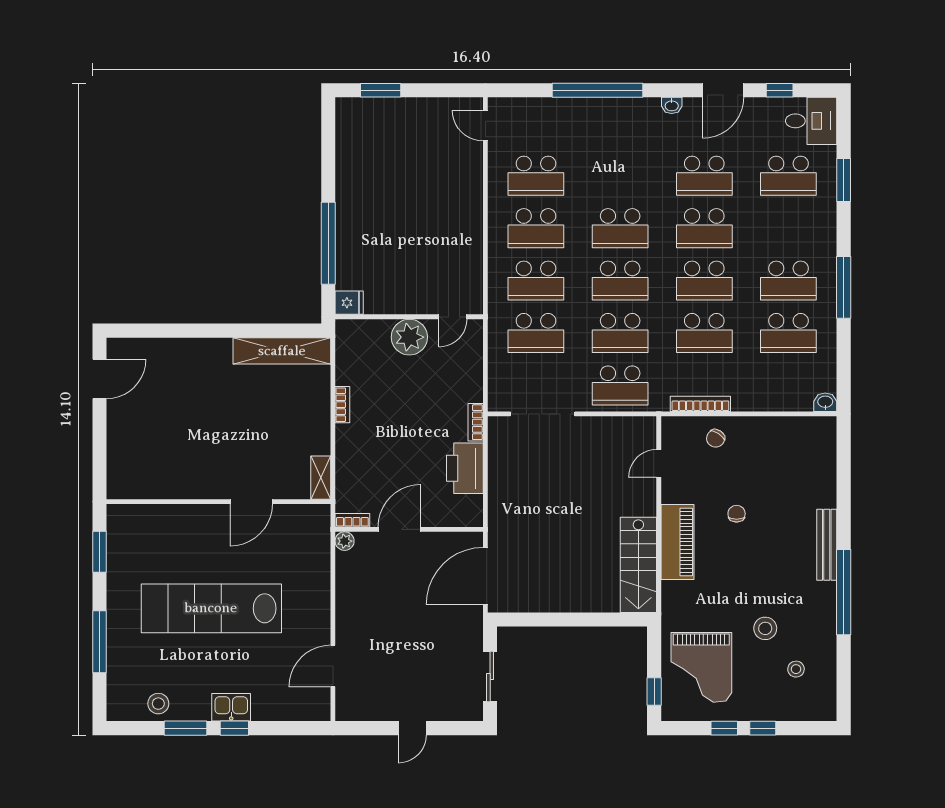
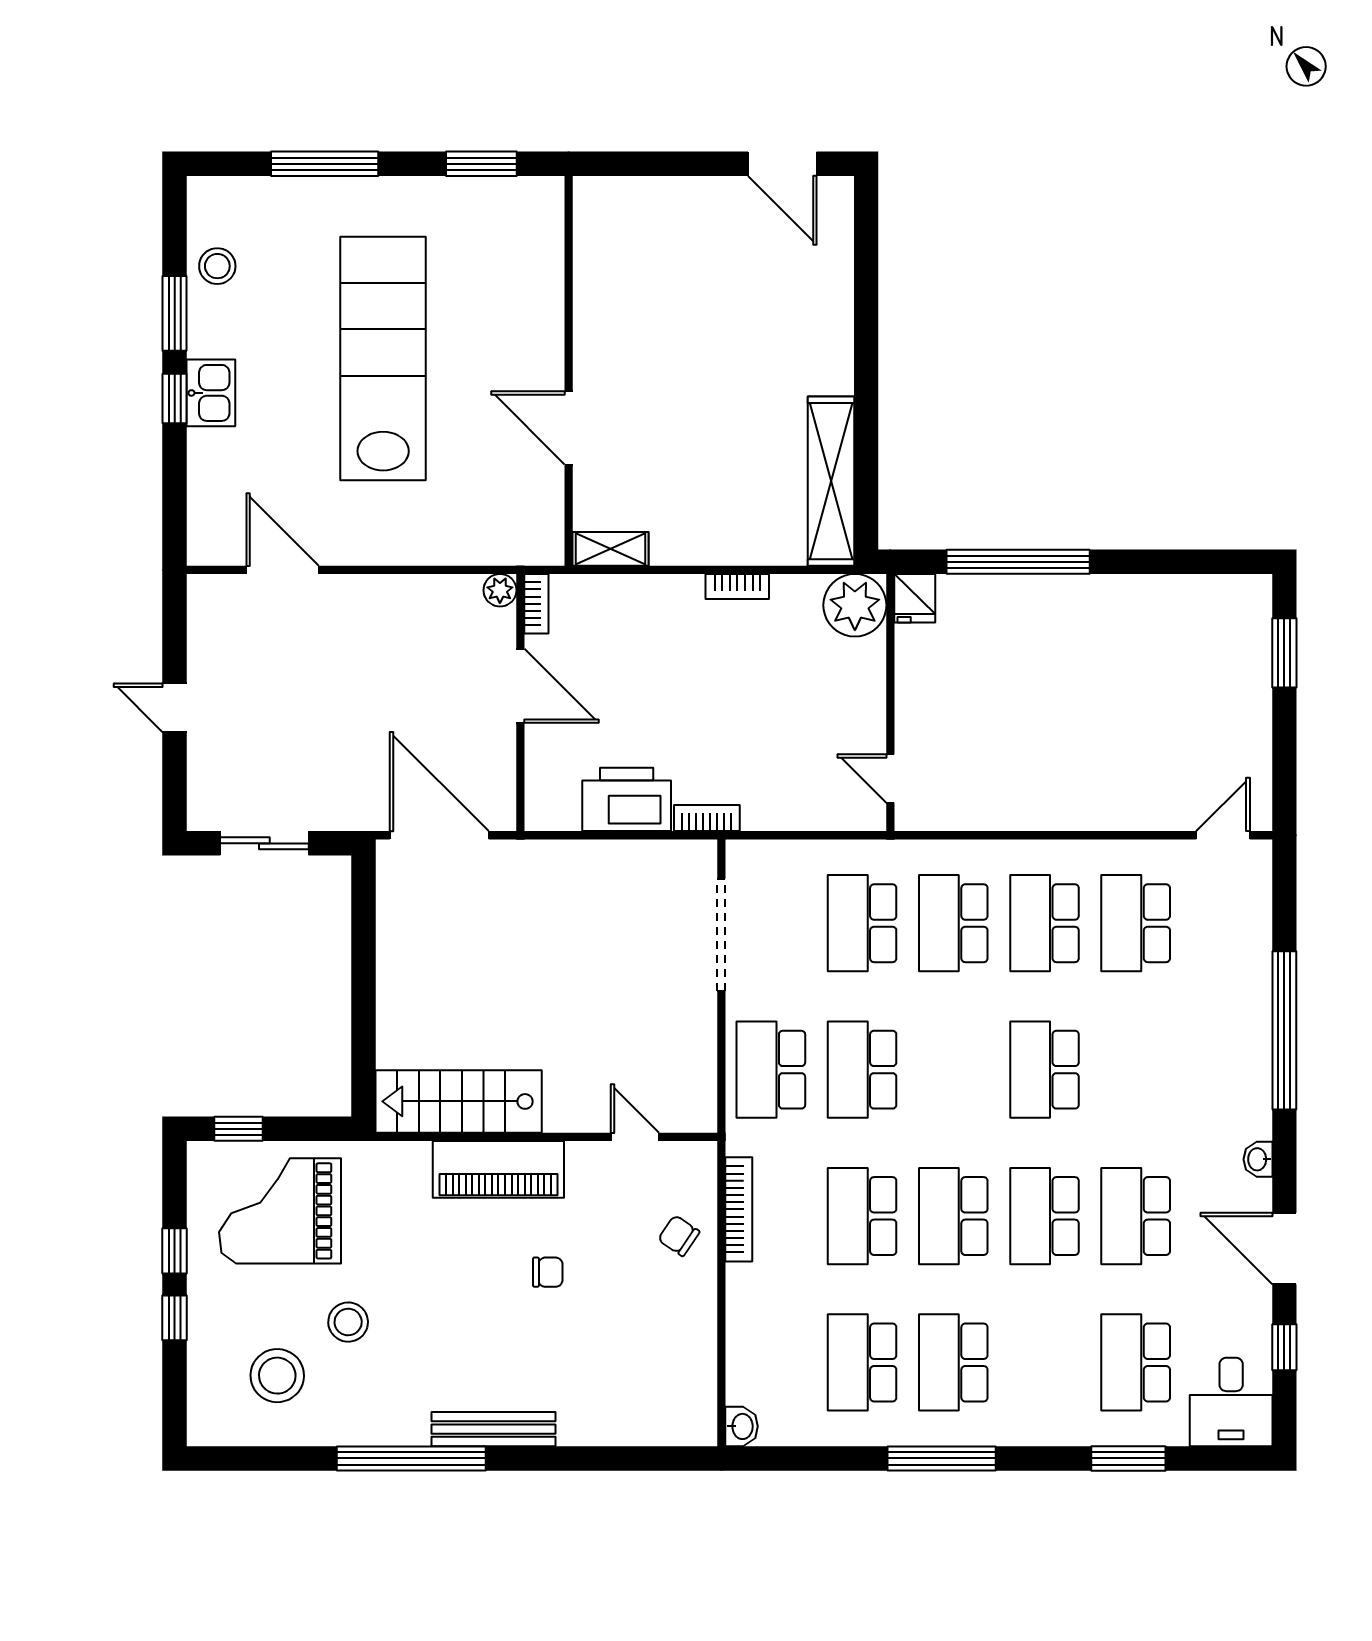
school desk: (620, 281) -> (953, 1070), removed
plant: (409, 337) -> (855, 605), moved
stool: (796, 669) -> (277, 1376), width x1.89, depth x1.89

